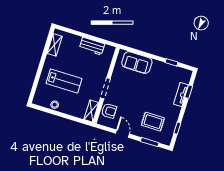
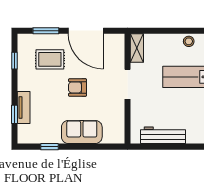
workbench: (92, 46) -> (163, 135), width x1.38
sofa: (137, 63) -> (82, 132), moved
armchair: (109, 111) -> (78, 87), moved
door: (123, 134) -> (86, 31), width x1.88

